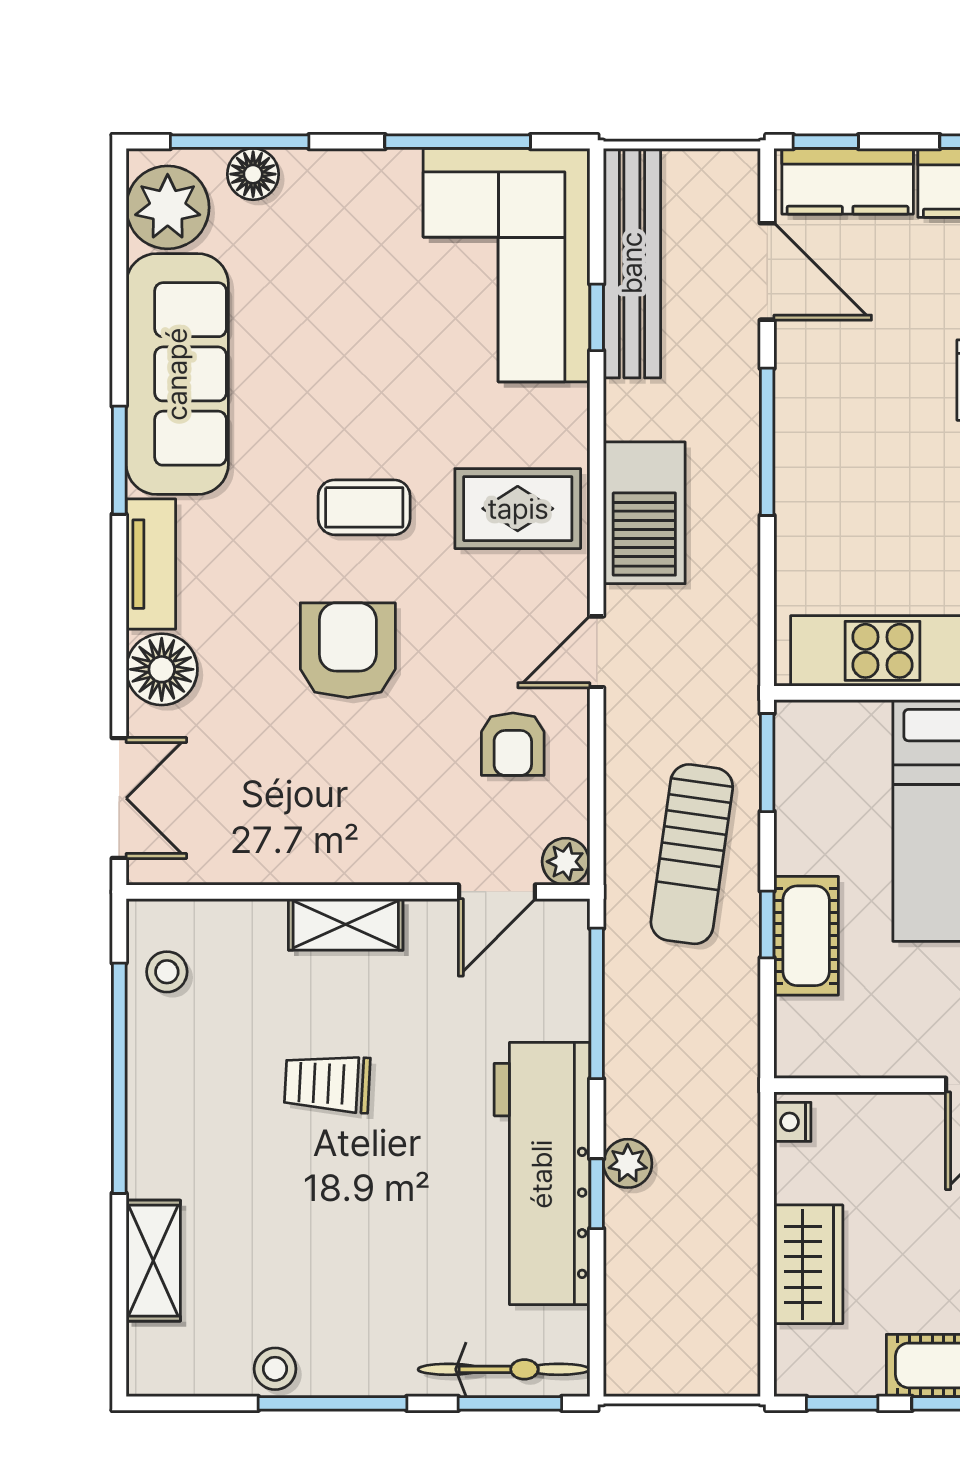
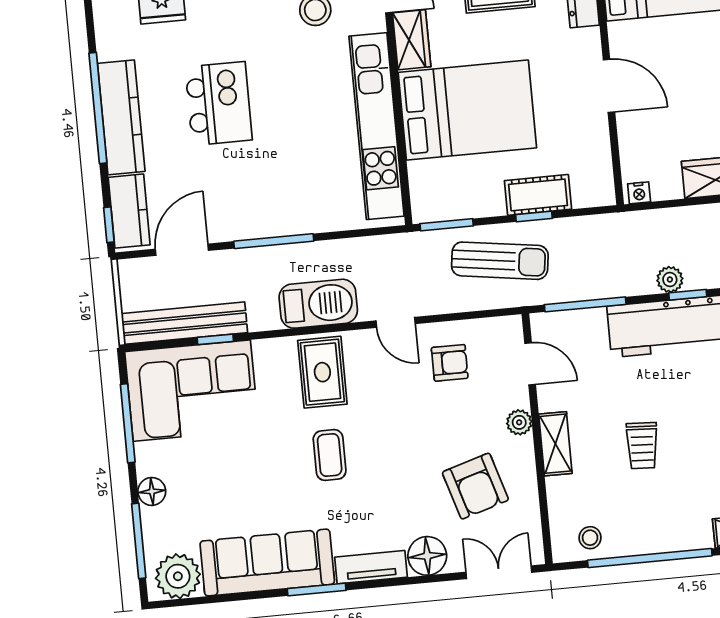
floor lamp: (253, 174) -> (152, 491), moved
armchair: (348, 650) -> (475, 486), moved, turned -107
plant: (566, 862) -> (519, 422), moved

